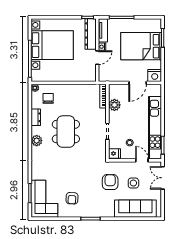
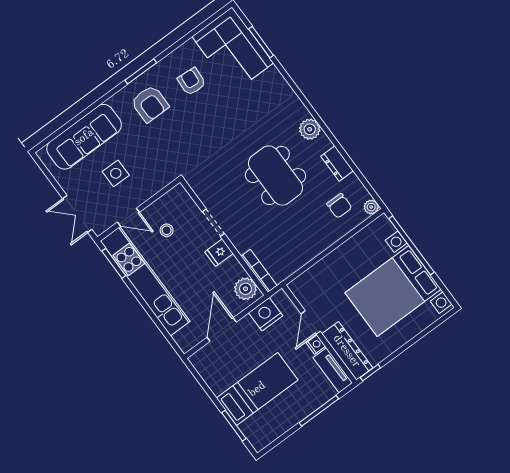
bed: (141, 46) -> (257, 389), width x0.67
nightstand: (155, 75) -> (266, 314), moved
plant: (114, 105) -> (245, 289), moved
fridge: (114, 154) -> (219, 253), moved
double door: (163, 178) -> (77, 214), swing flipped
armchair: (110, 182) -> (150, 104), moved

